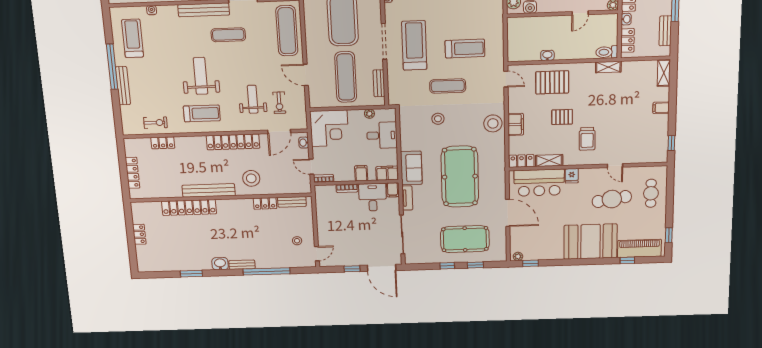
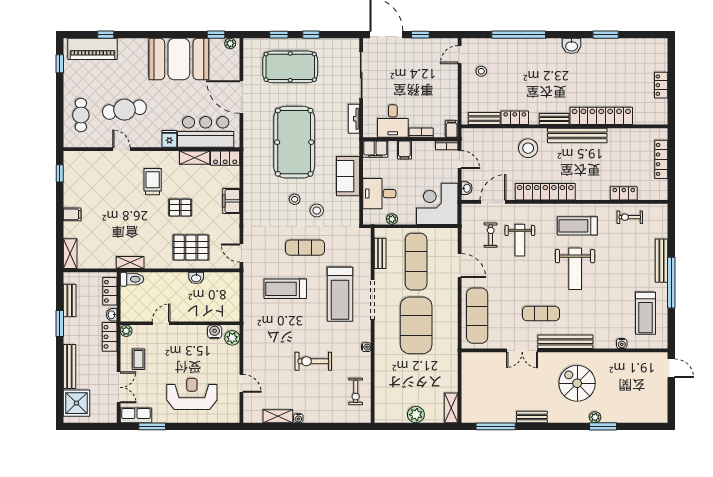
stool: (493, 123) -> (295, 199), moved, width x0.53, depth x0.53
sofa: (411, 168) -> (348, 176), moved
filing cabinet: (393, 190) -> (452, 129), moved
booth: (590, 242) -> (179, 59), moved
bench: (242, 265) -> (554, 119), moved

